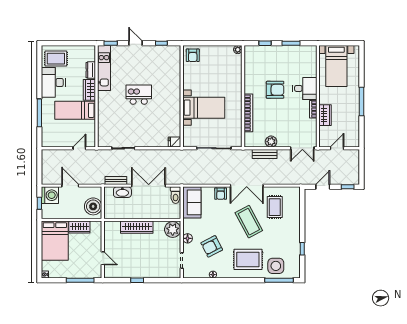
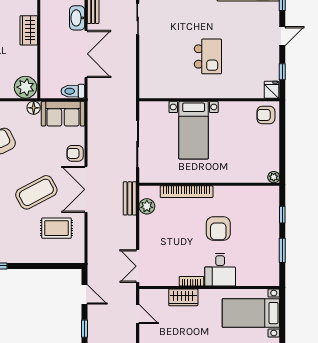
kitchen island: (139, 95) -> (208, 56), moved
fridge: (174, 142) -> (271, 90), moved
plant: (271, 142) -> (147, 206), moved
bench: (265, 154) -> (130, 198), moved
wardrobe: (137, 227) -> (29, 30), width x0.67
floor lamp: (188, 238) -> (34, 108), moved

